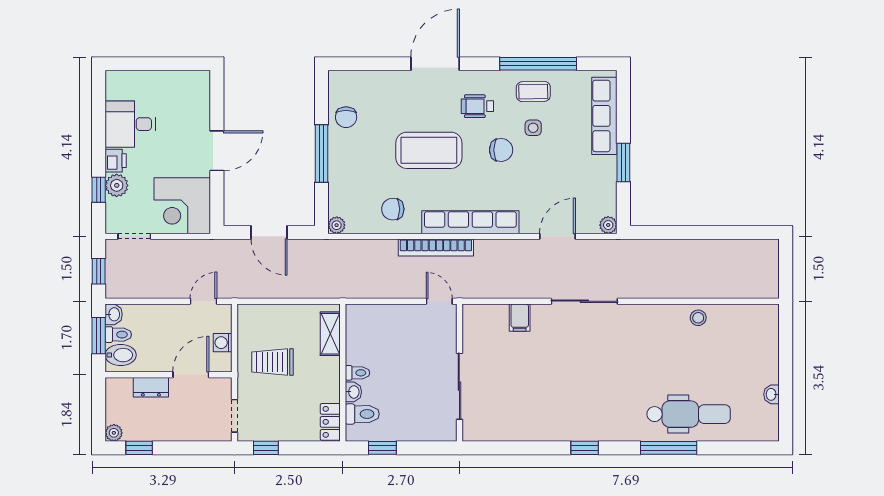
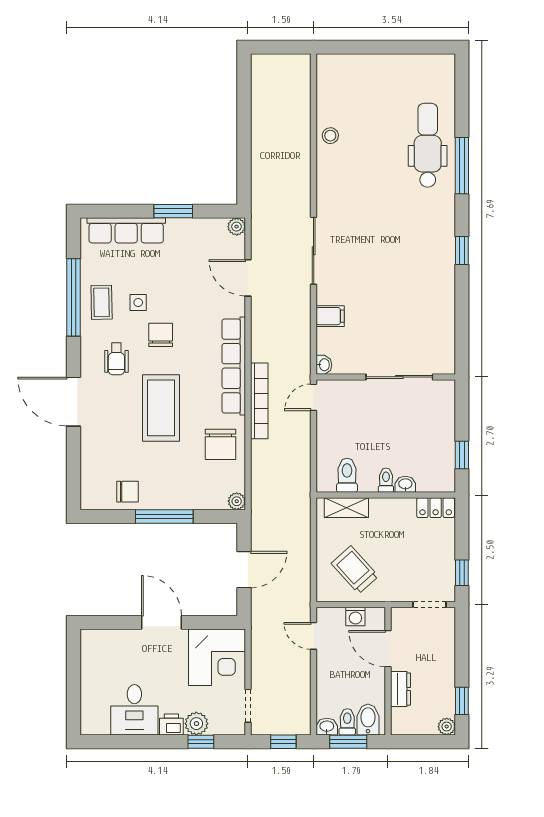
chair: (393, 209) -> (220, 444), width x1.37, depth x1.37
trolley: (273, 362) -> (355, 570), moved, turned 138
washbasin: (772, 394) -> (324, 365), moved, turned -90
toilet: (362, 414) -> (347, 475), moved

